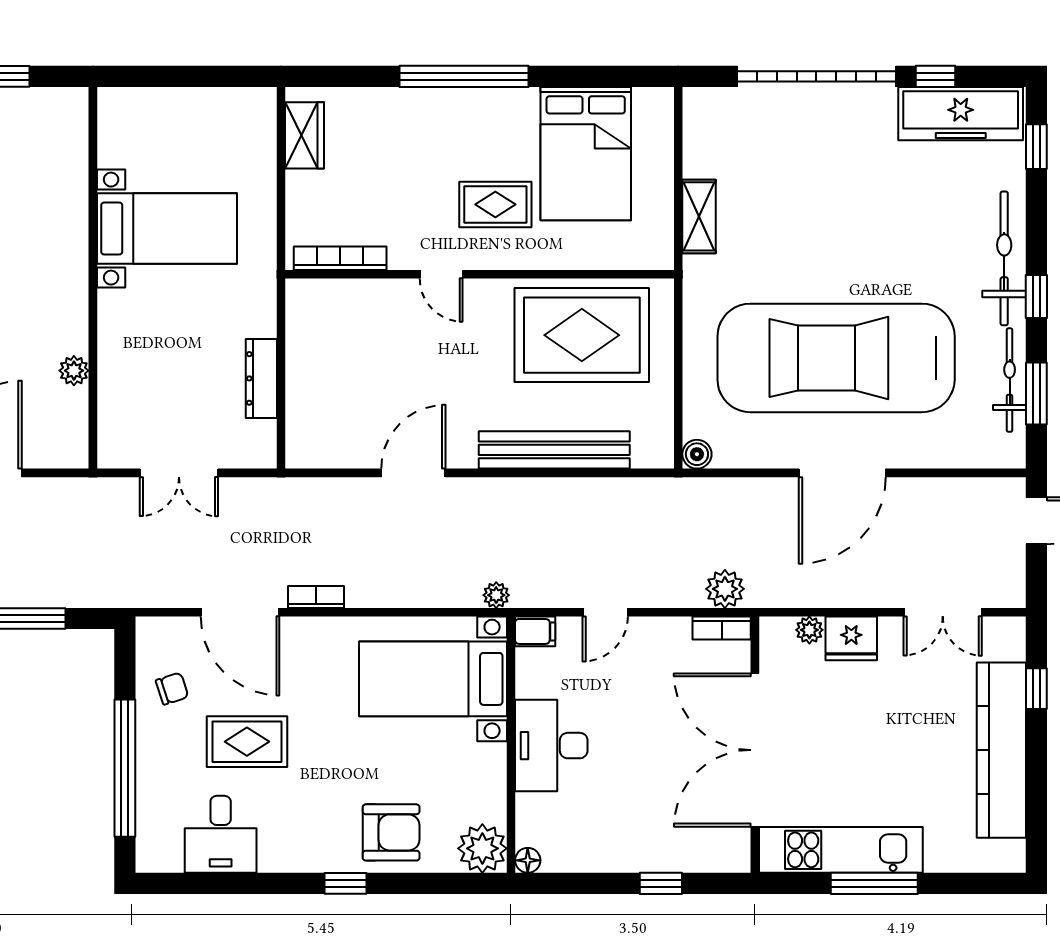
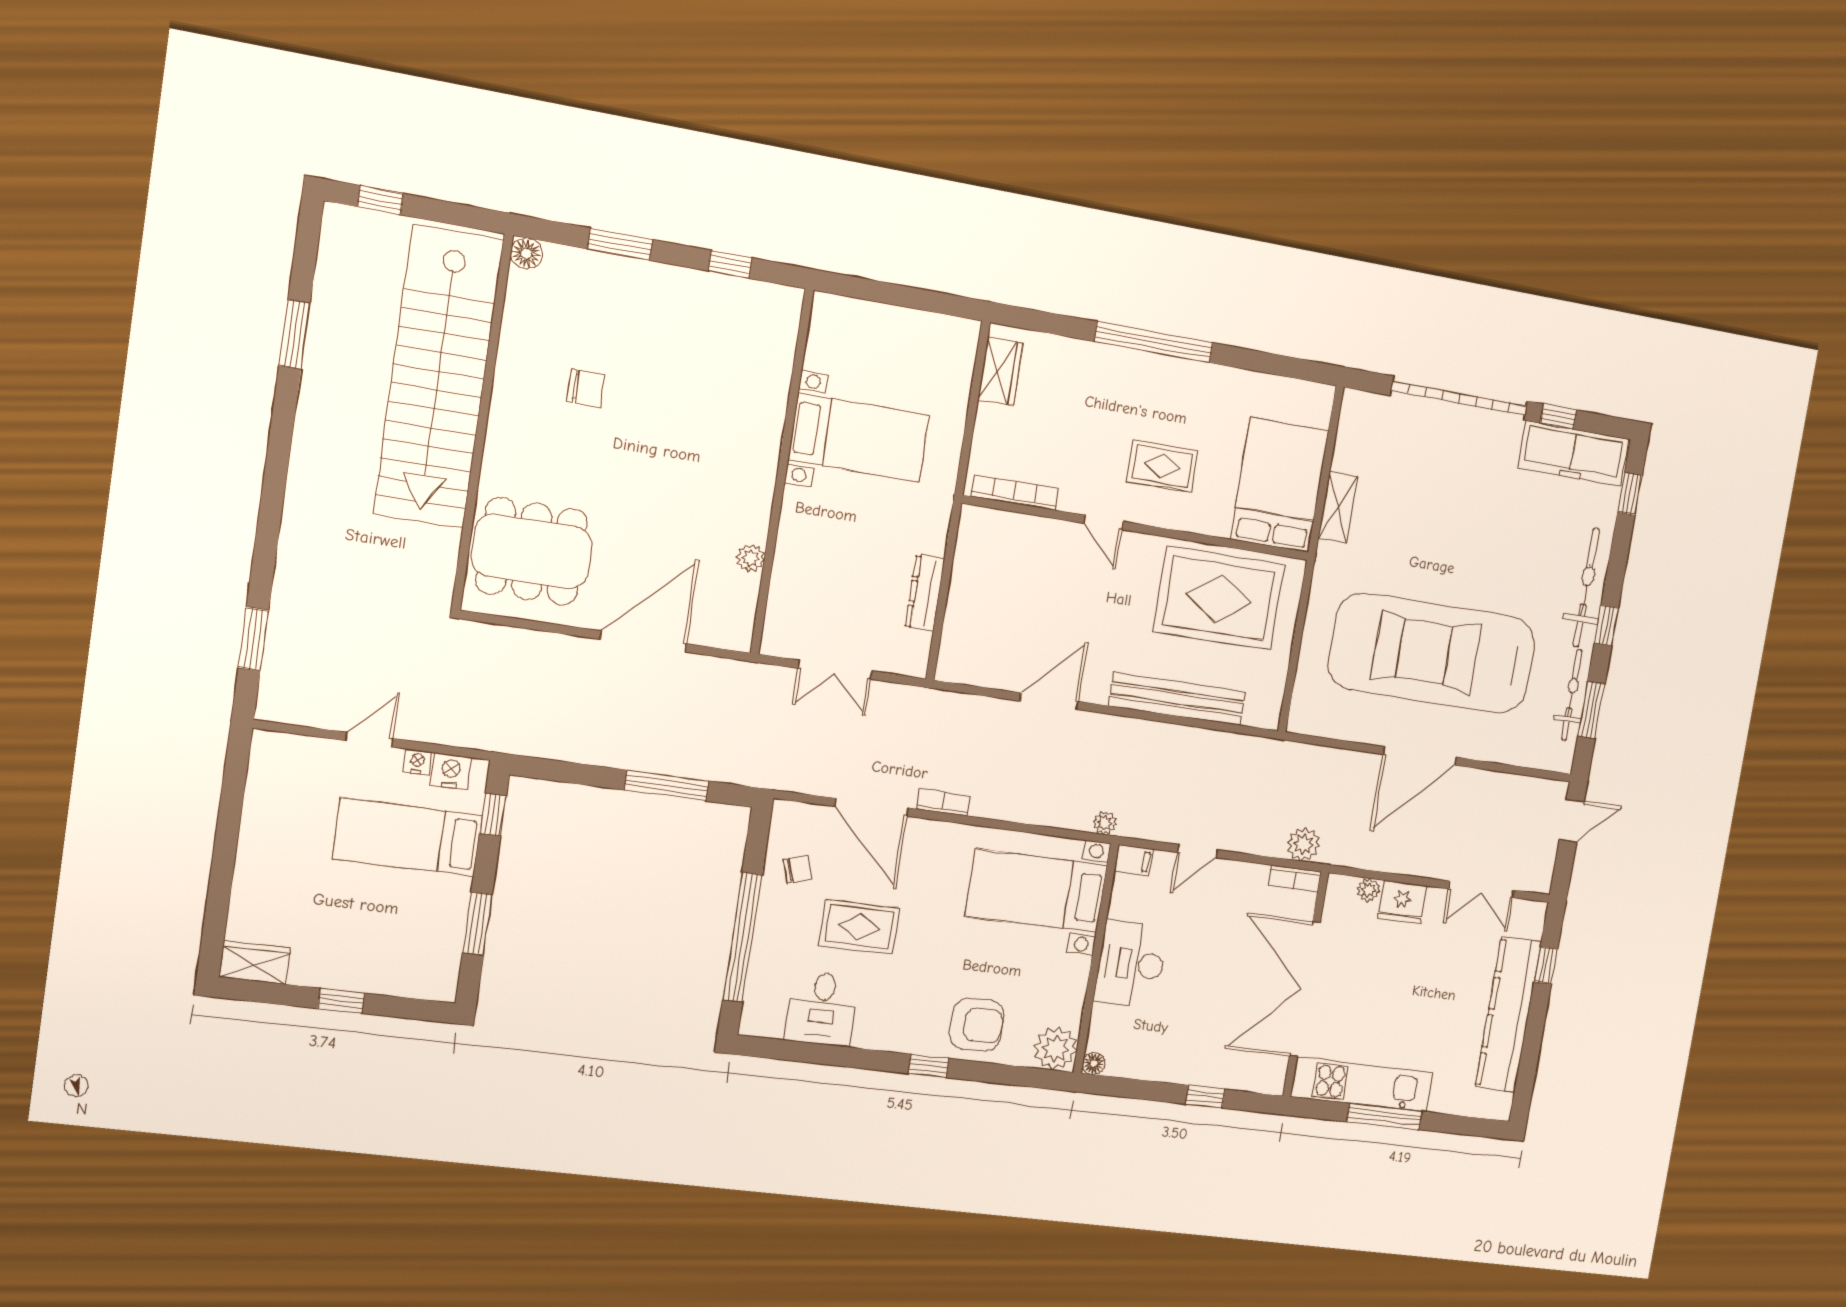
bed: (586, 154) -> (1280, 485), moved, turned 180
boiler: (697, 454) -> (1300, 721), removed

